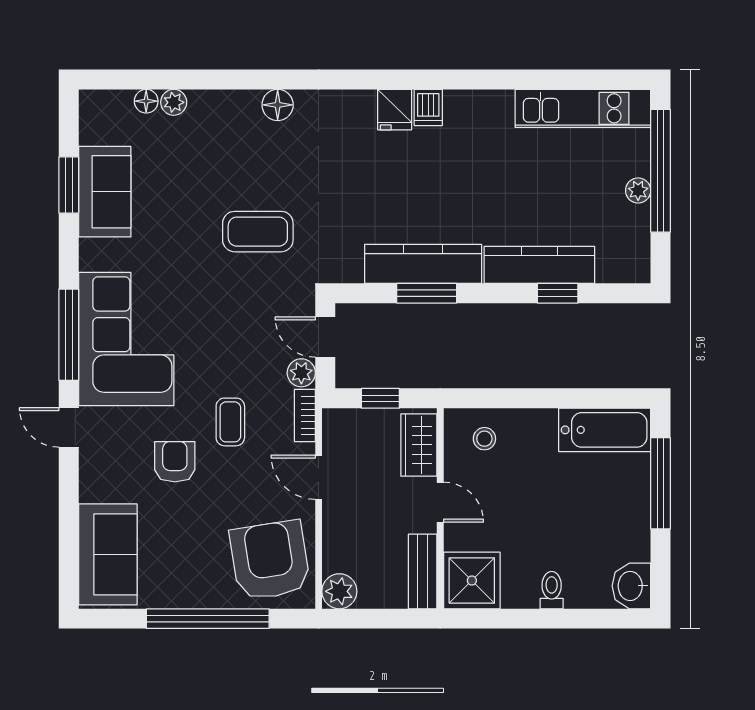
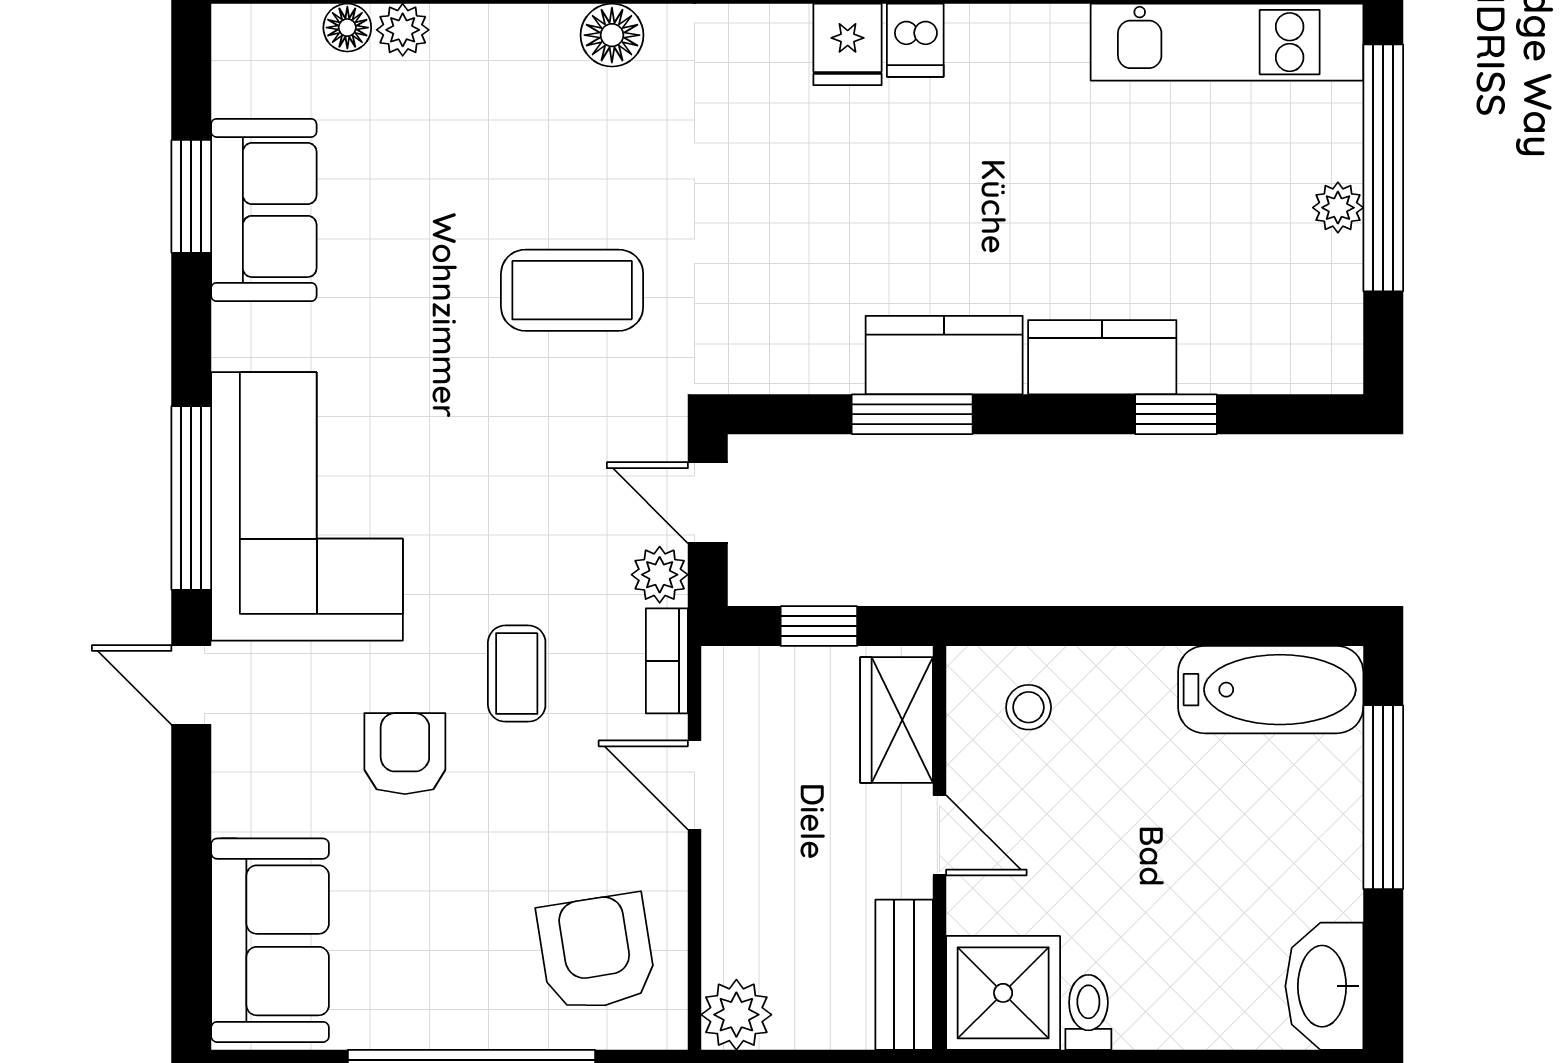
kitchen counter: (423, 264) -> (944, 355), width x0.67
kitchen counter: (539, 265) -> (1102, 357), width x0.67
armchair: (270, 560) -> (597, 952), width x0.73, depth x0.73
washbasin: (631, 586) -> (1324, 986), width x1.38
toilet: (552, 590) -> (1088, 1012), moved

